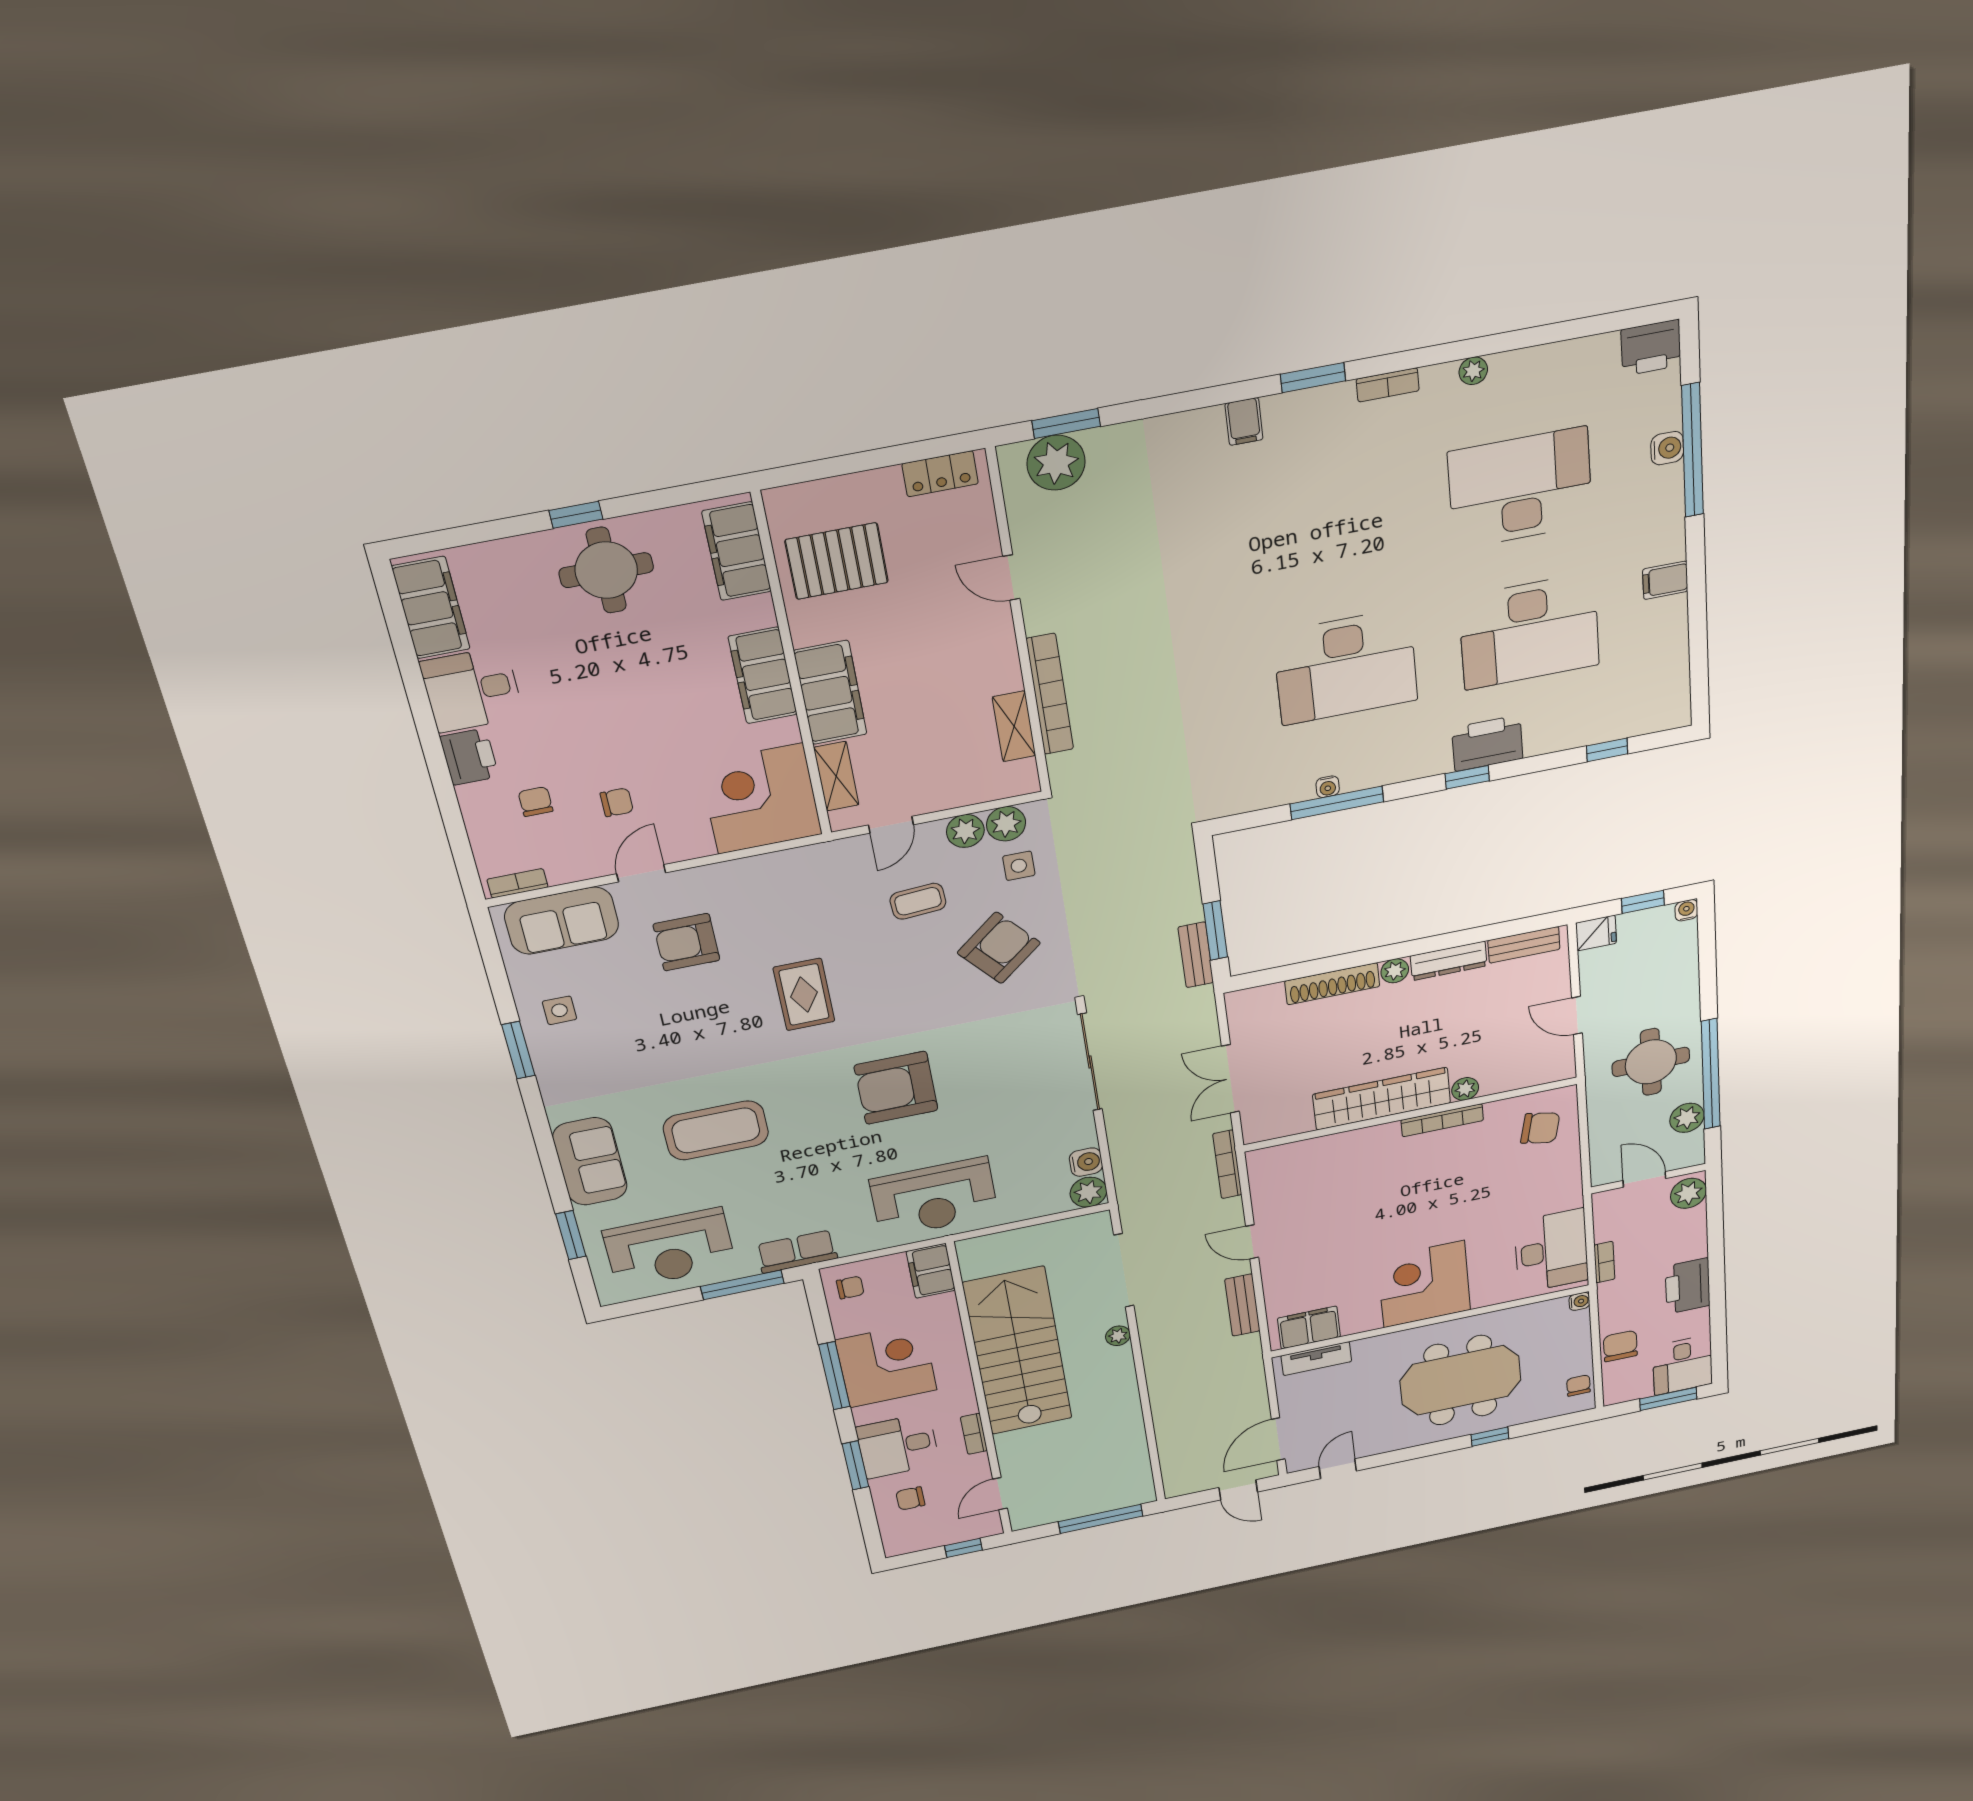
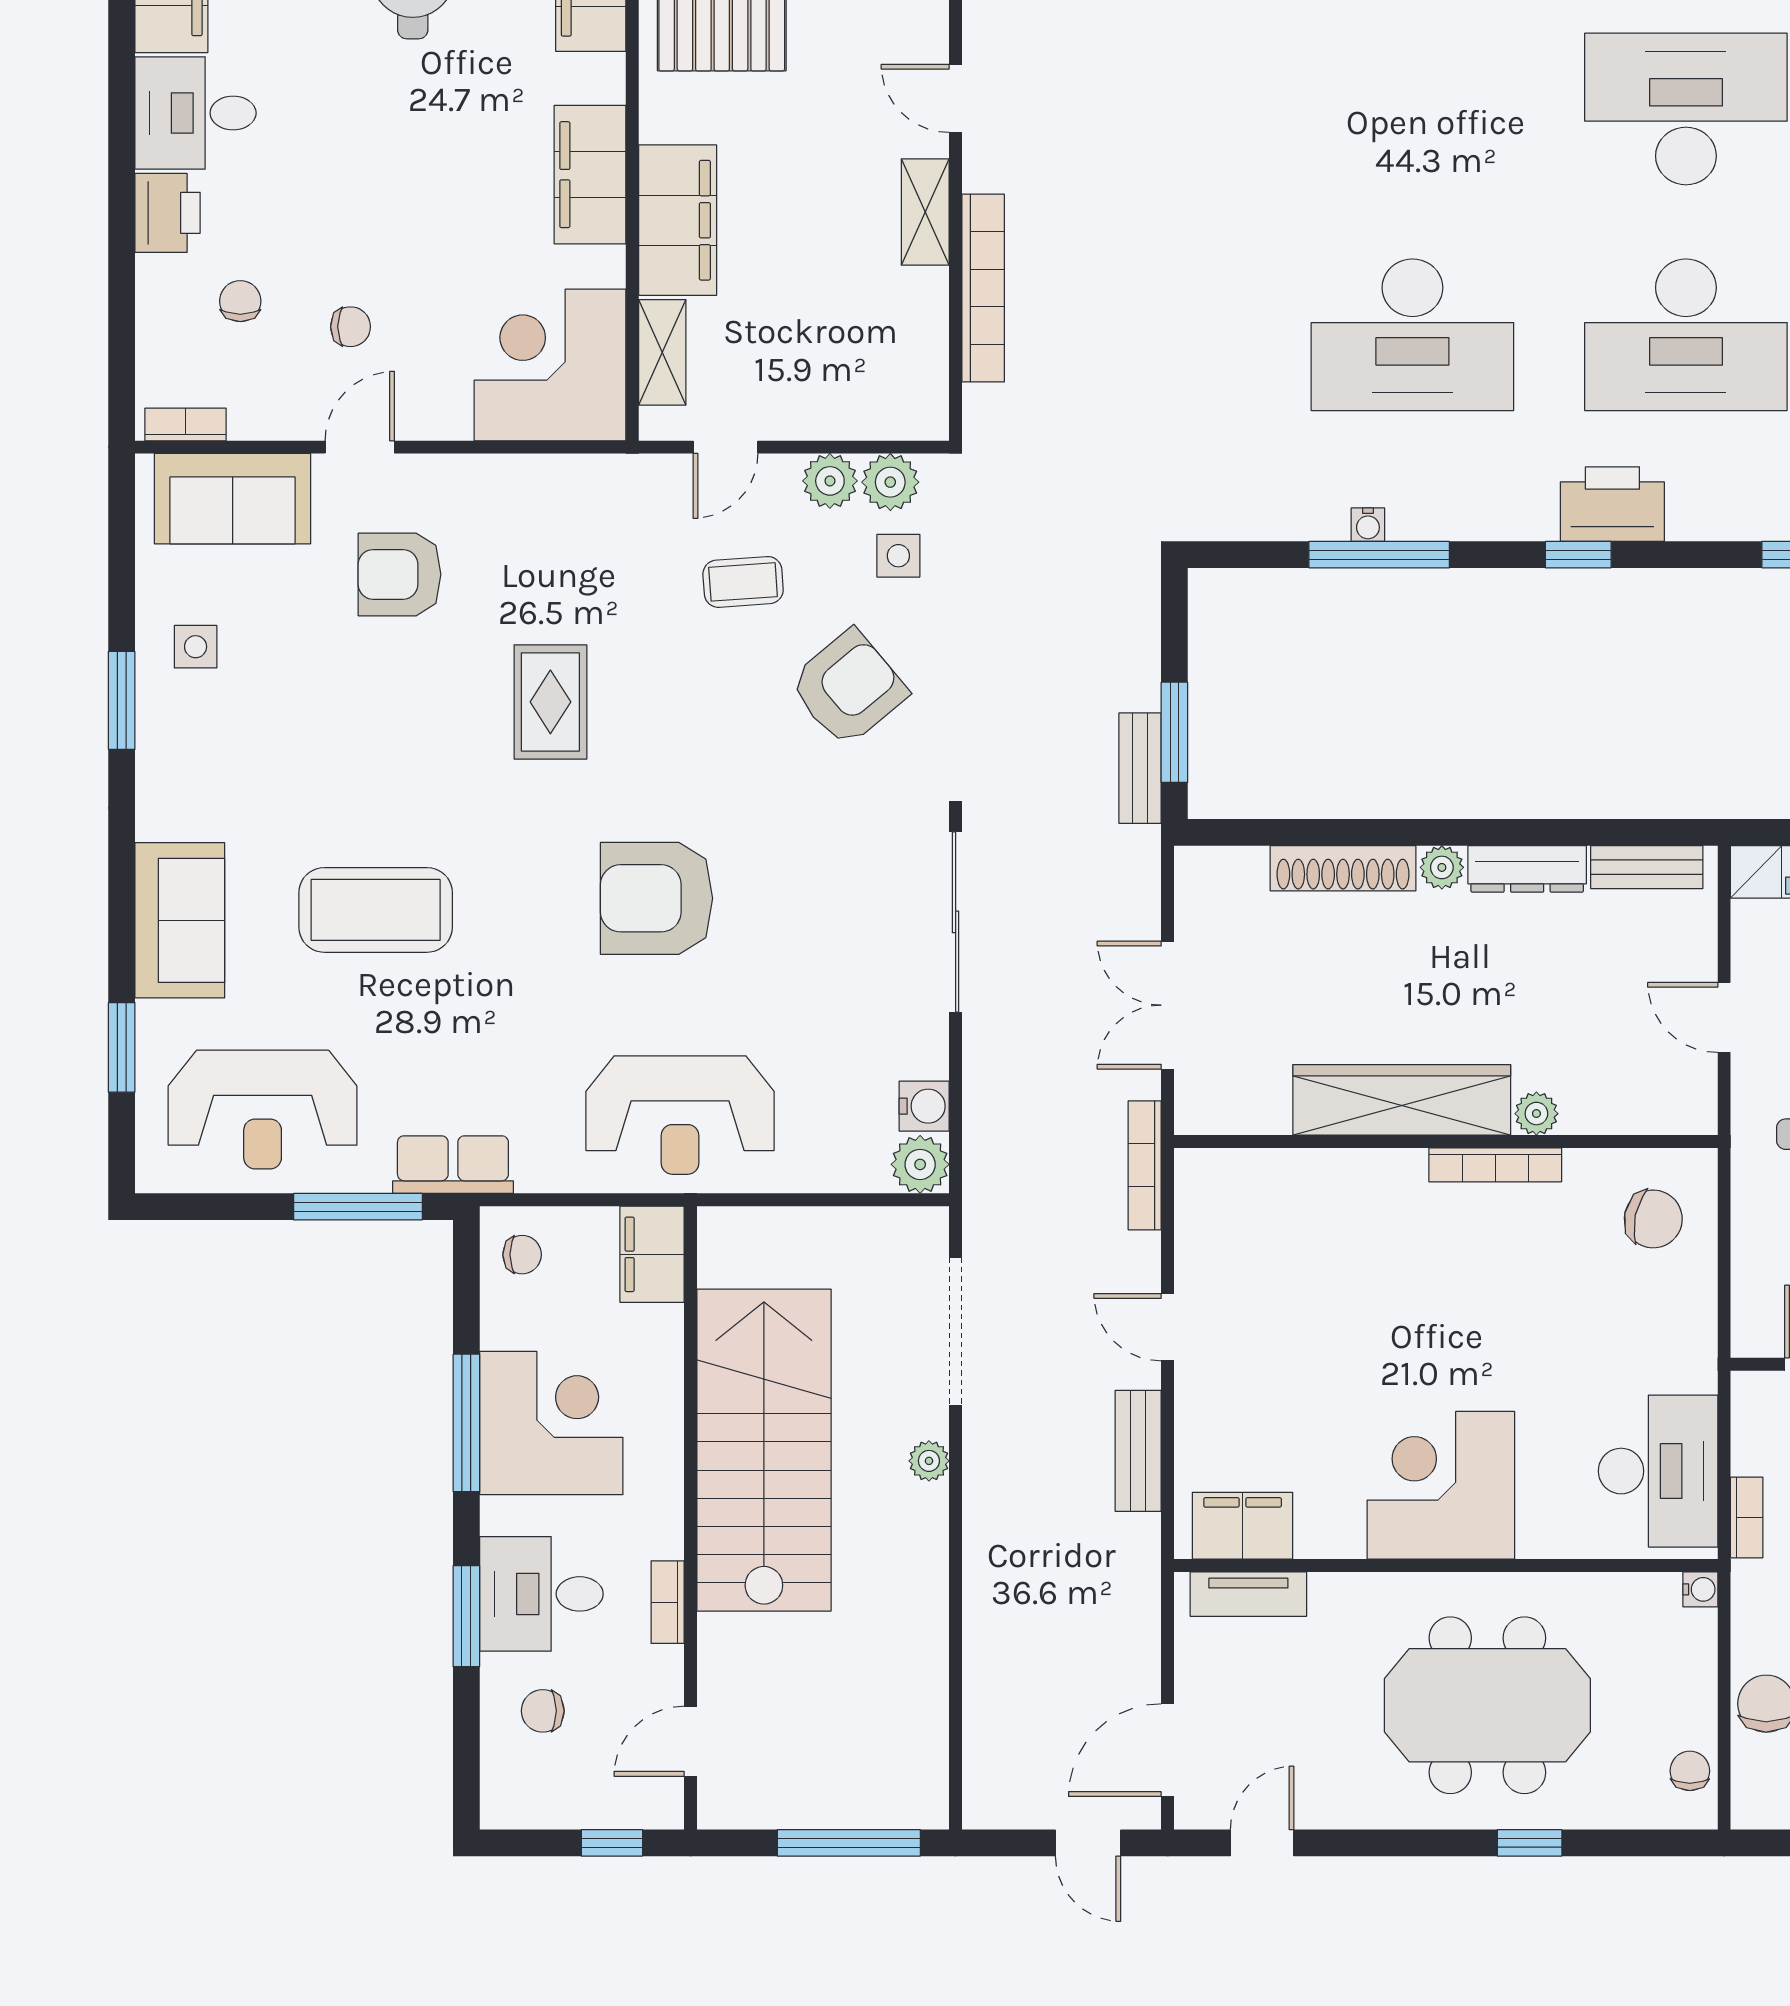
shelving: (1014, 726) -> (925, 212), moved

